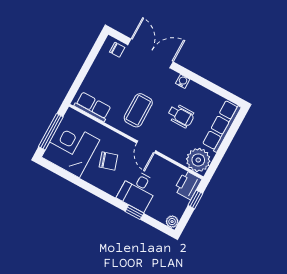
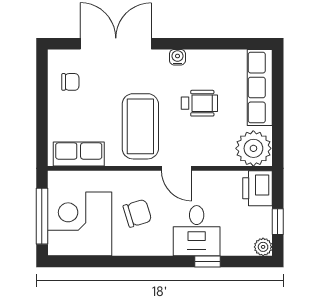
chair: (117, 50) -> (70, 82), moved
coffee table: (138, 110) -> (140, 126), width x1.36, depth x1.32
window: (195, 199) -> (278, 222), moved

